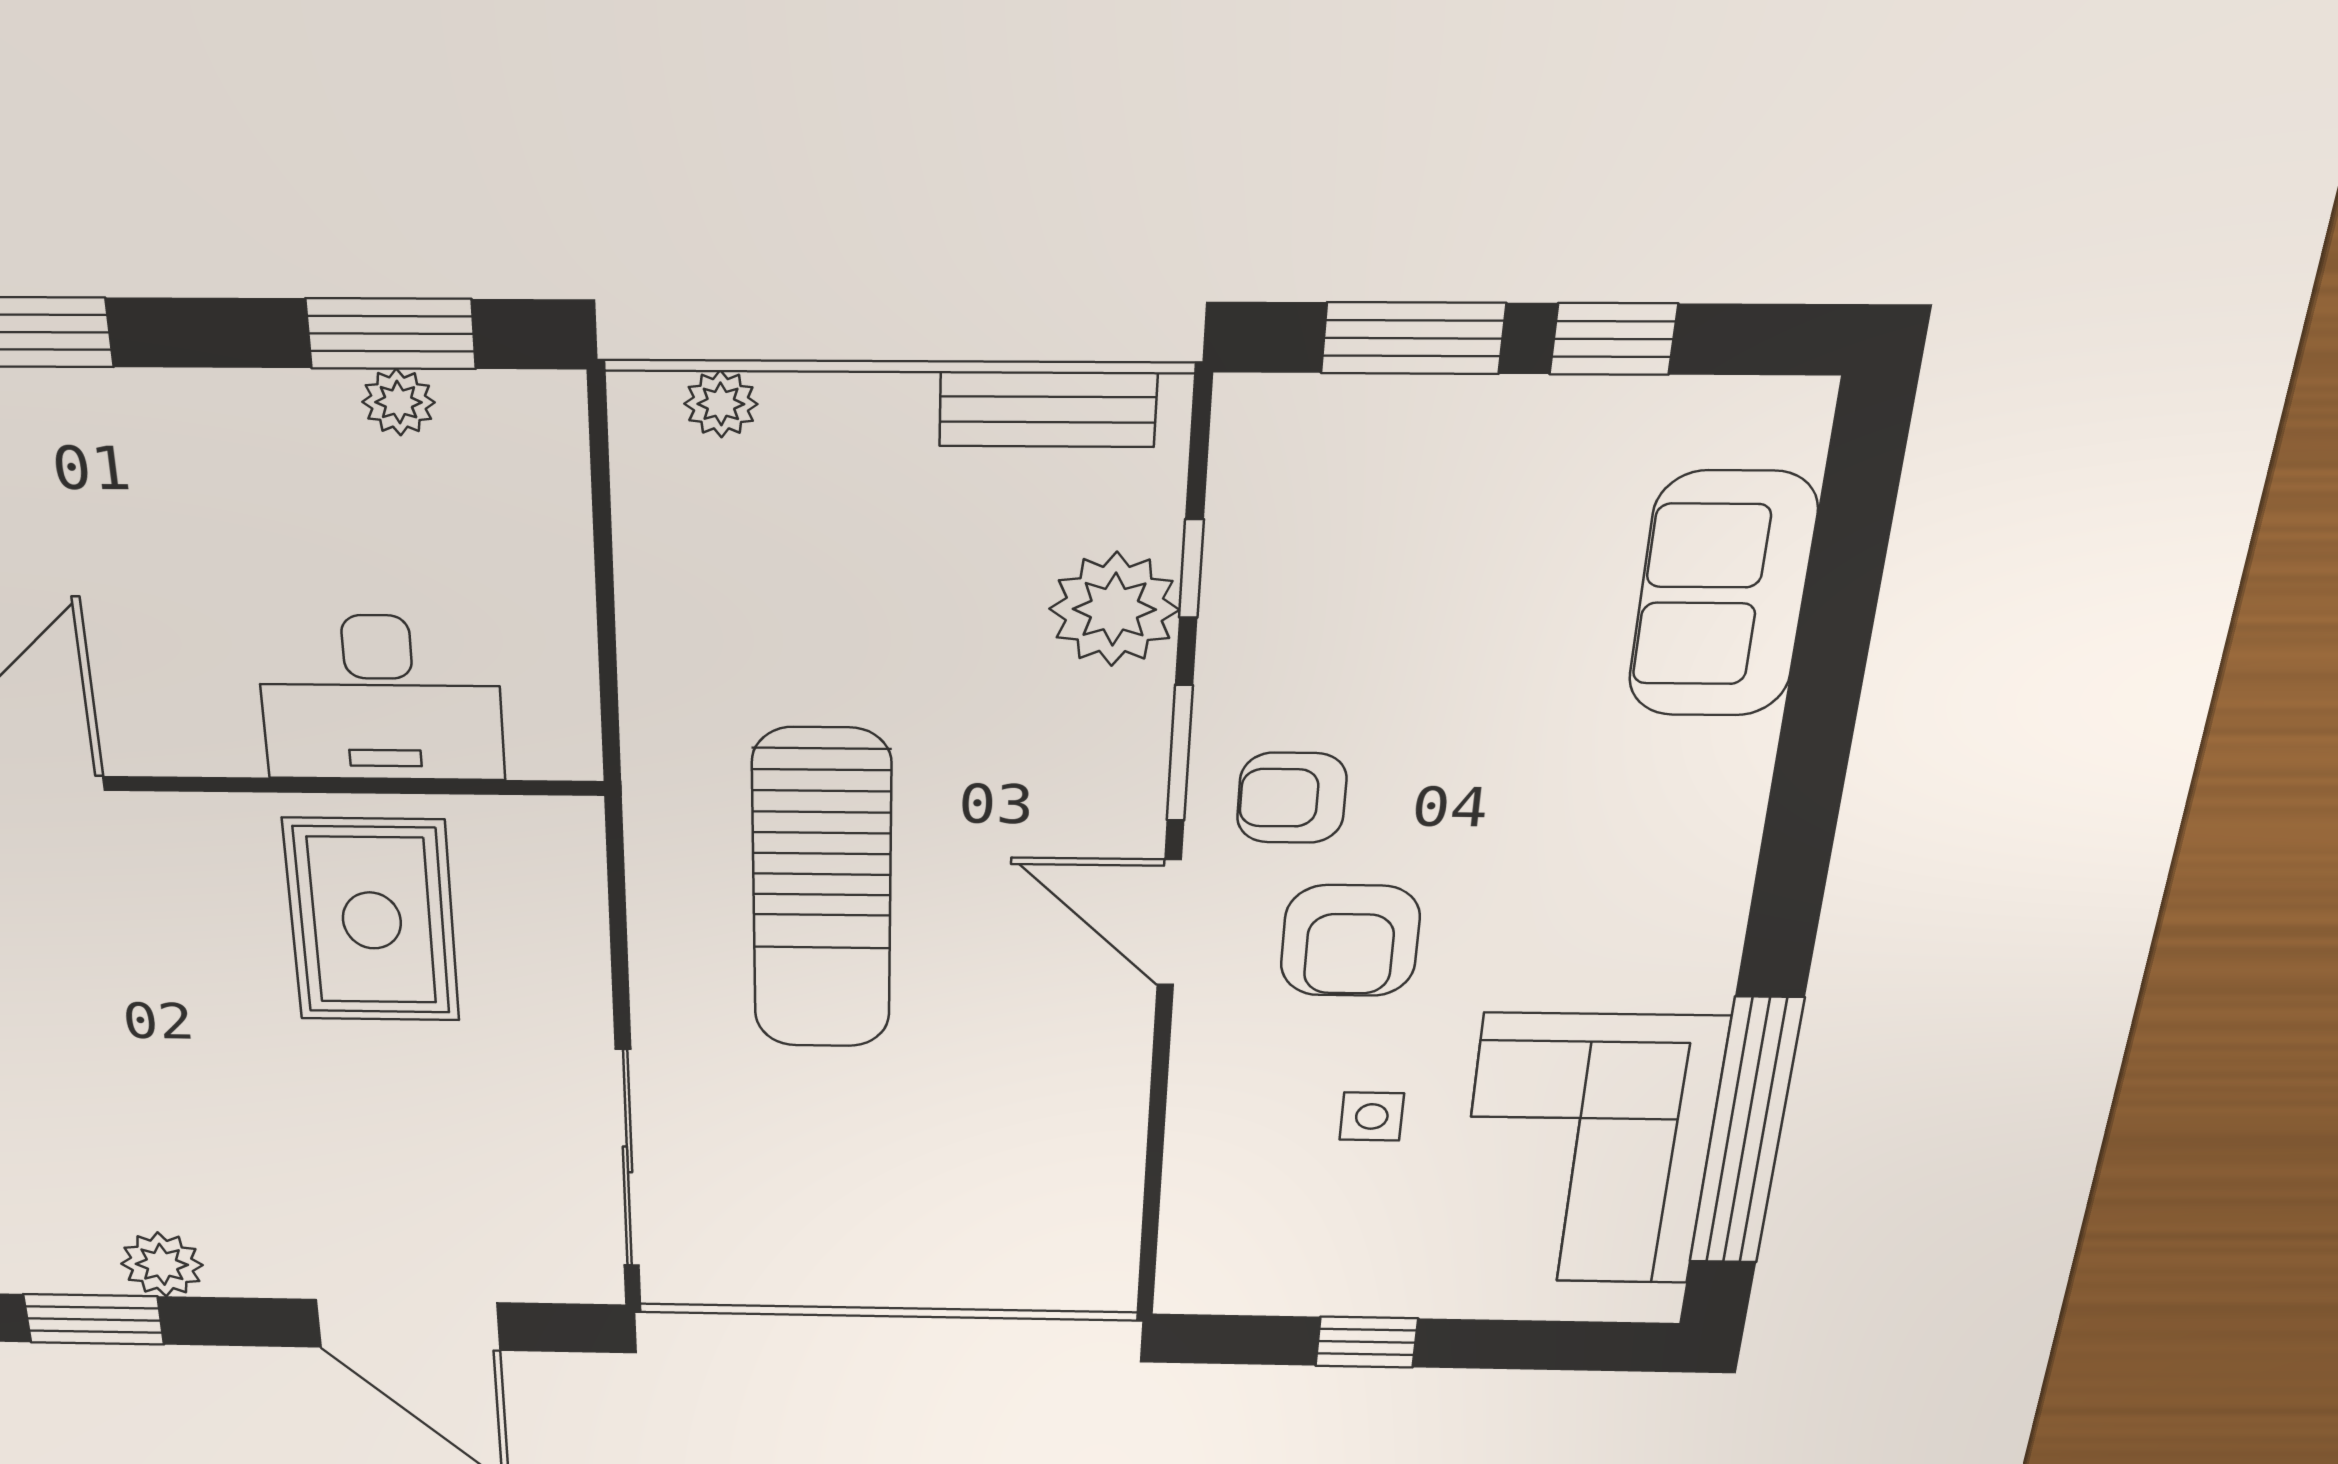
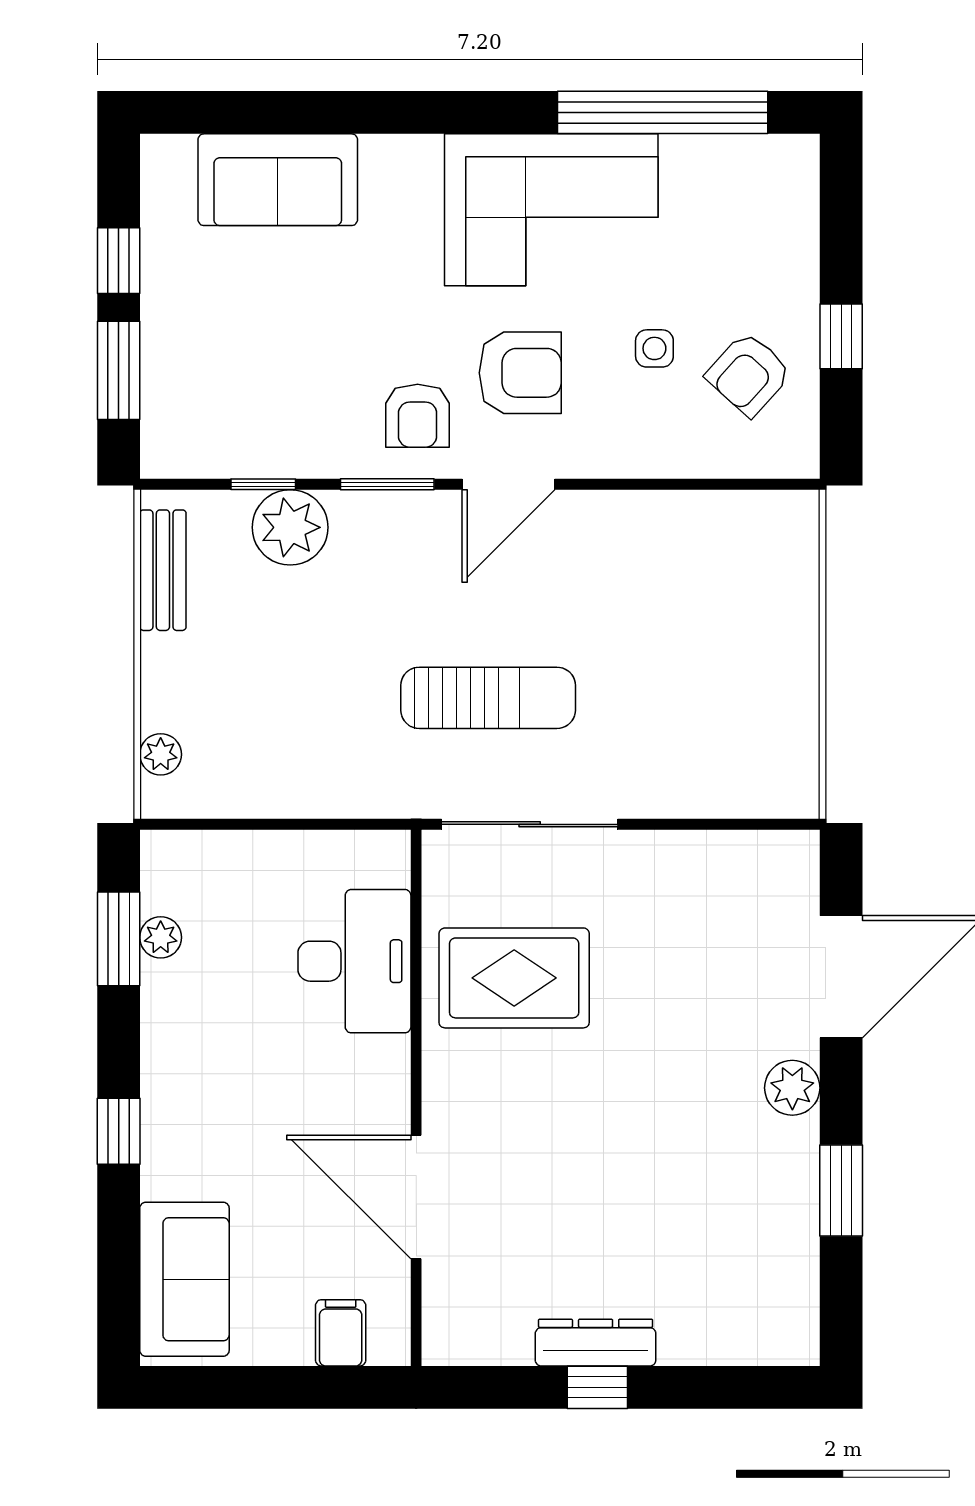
sun lounger: (822, 891) -> (488, 698), width x0.73, depth x0.75
corner sofa: (1588, 1151) -> (551, 210), moved
sliding door: (627, 1159) -> (530, 824), moved
armchair: (1320, 1232) -> (749, 374), added
plant: (162, 1264) -> (792, 1088), moved

